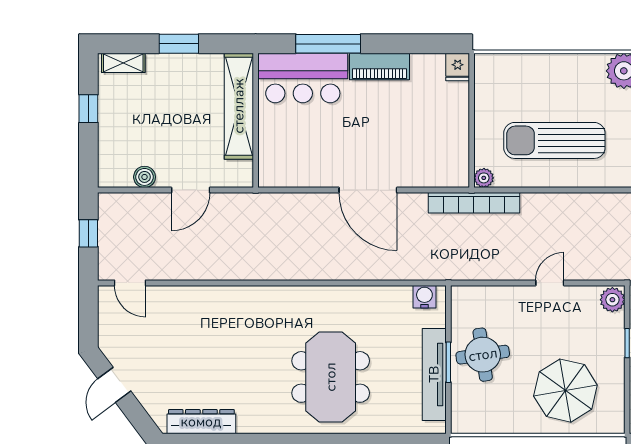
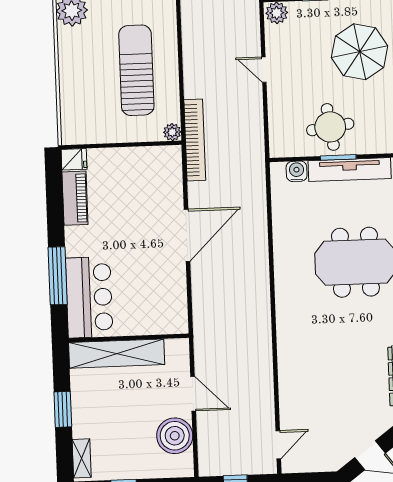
piano: (379, 66) -> (75, 198), moved
sun lounger: (554, 140) -> (136, 70), turned 180
boiler: (145, 177) -> (175, 436), width x1.86, depth x1.86
water cooler: (424, 297) -> (297, 171), moved, turned 90

